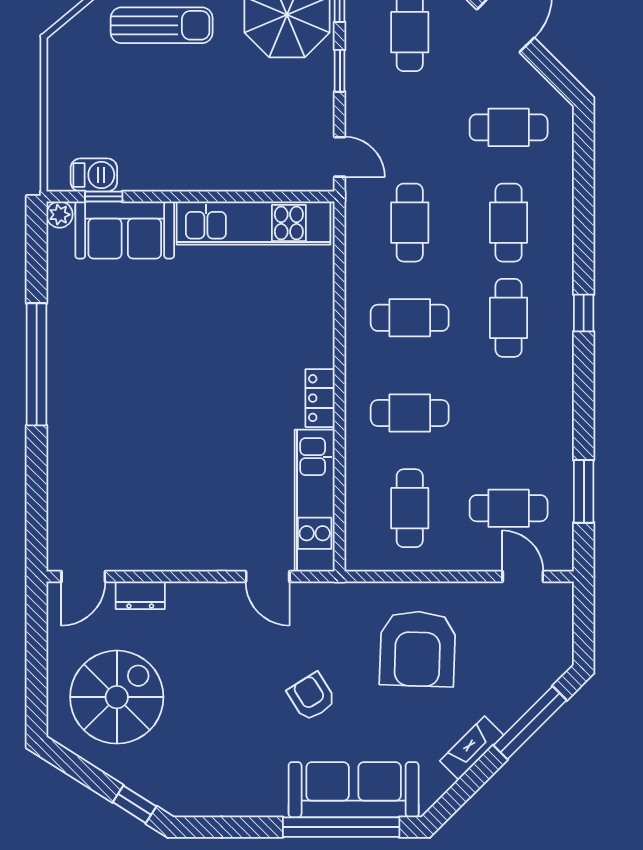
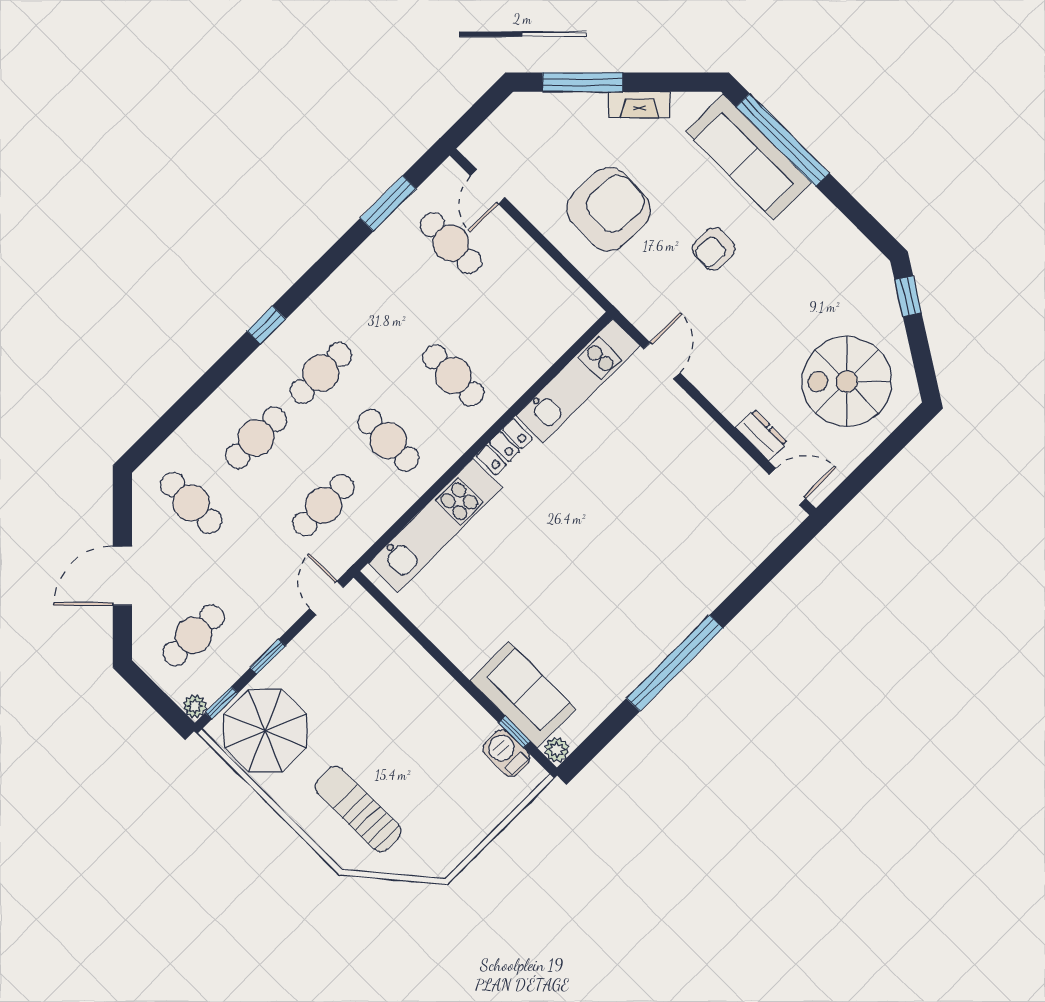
kitchen unit: (254, 223) -> (435, 526), moved, turned 90
cafe table: (410, 508) -> (518, 311), removed
armchair: (312, 697) -> (714, 249), turned 34

